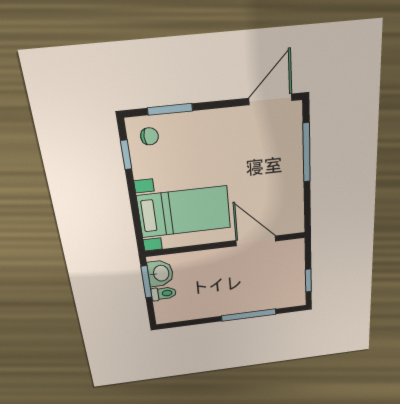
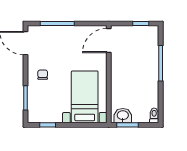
chair: (150, 136) -> (43, 75), moved
door: (256, 241) -> (109, 41), moved
toilet: (164, 293) -> (154, 115), moved

